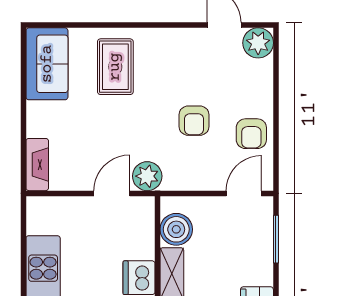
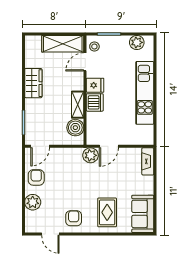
plant: (258, 43) -> (33, 202), moved
armchair: (194, 121) -> (74, 218), moved

